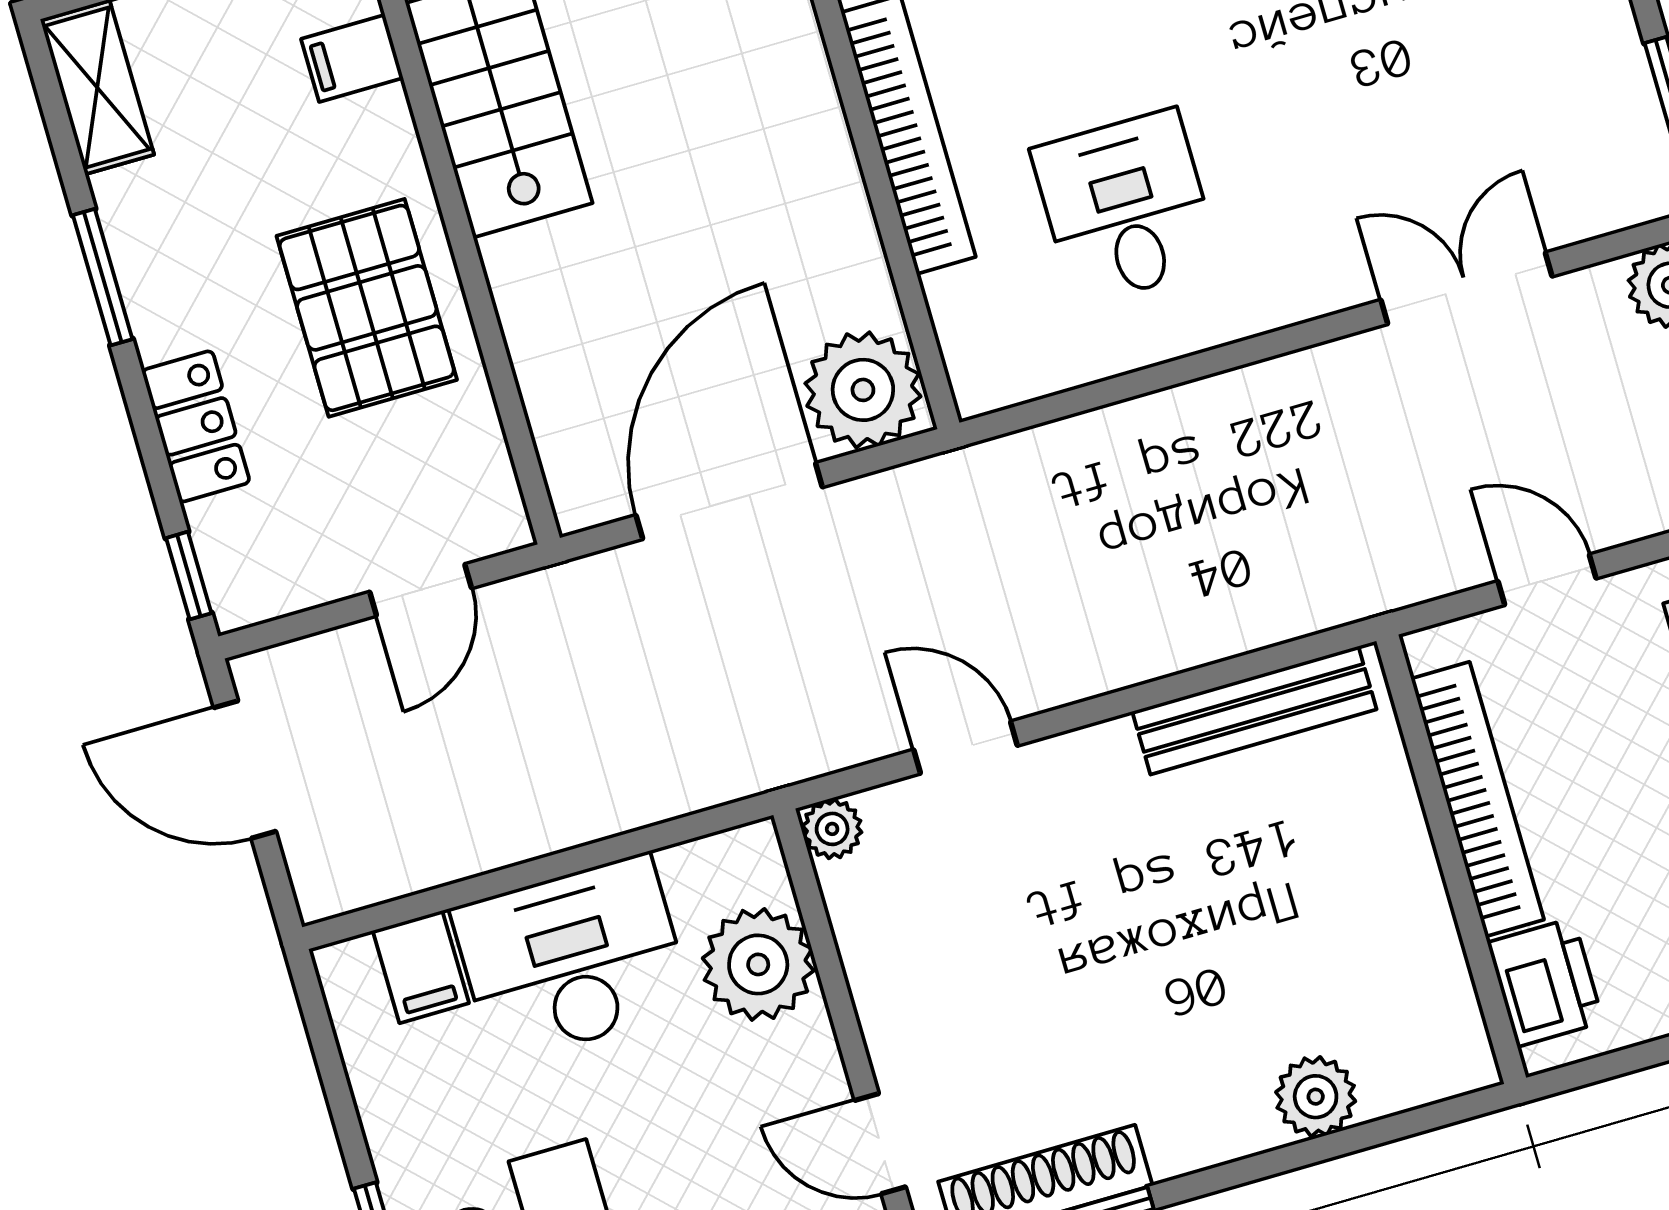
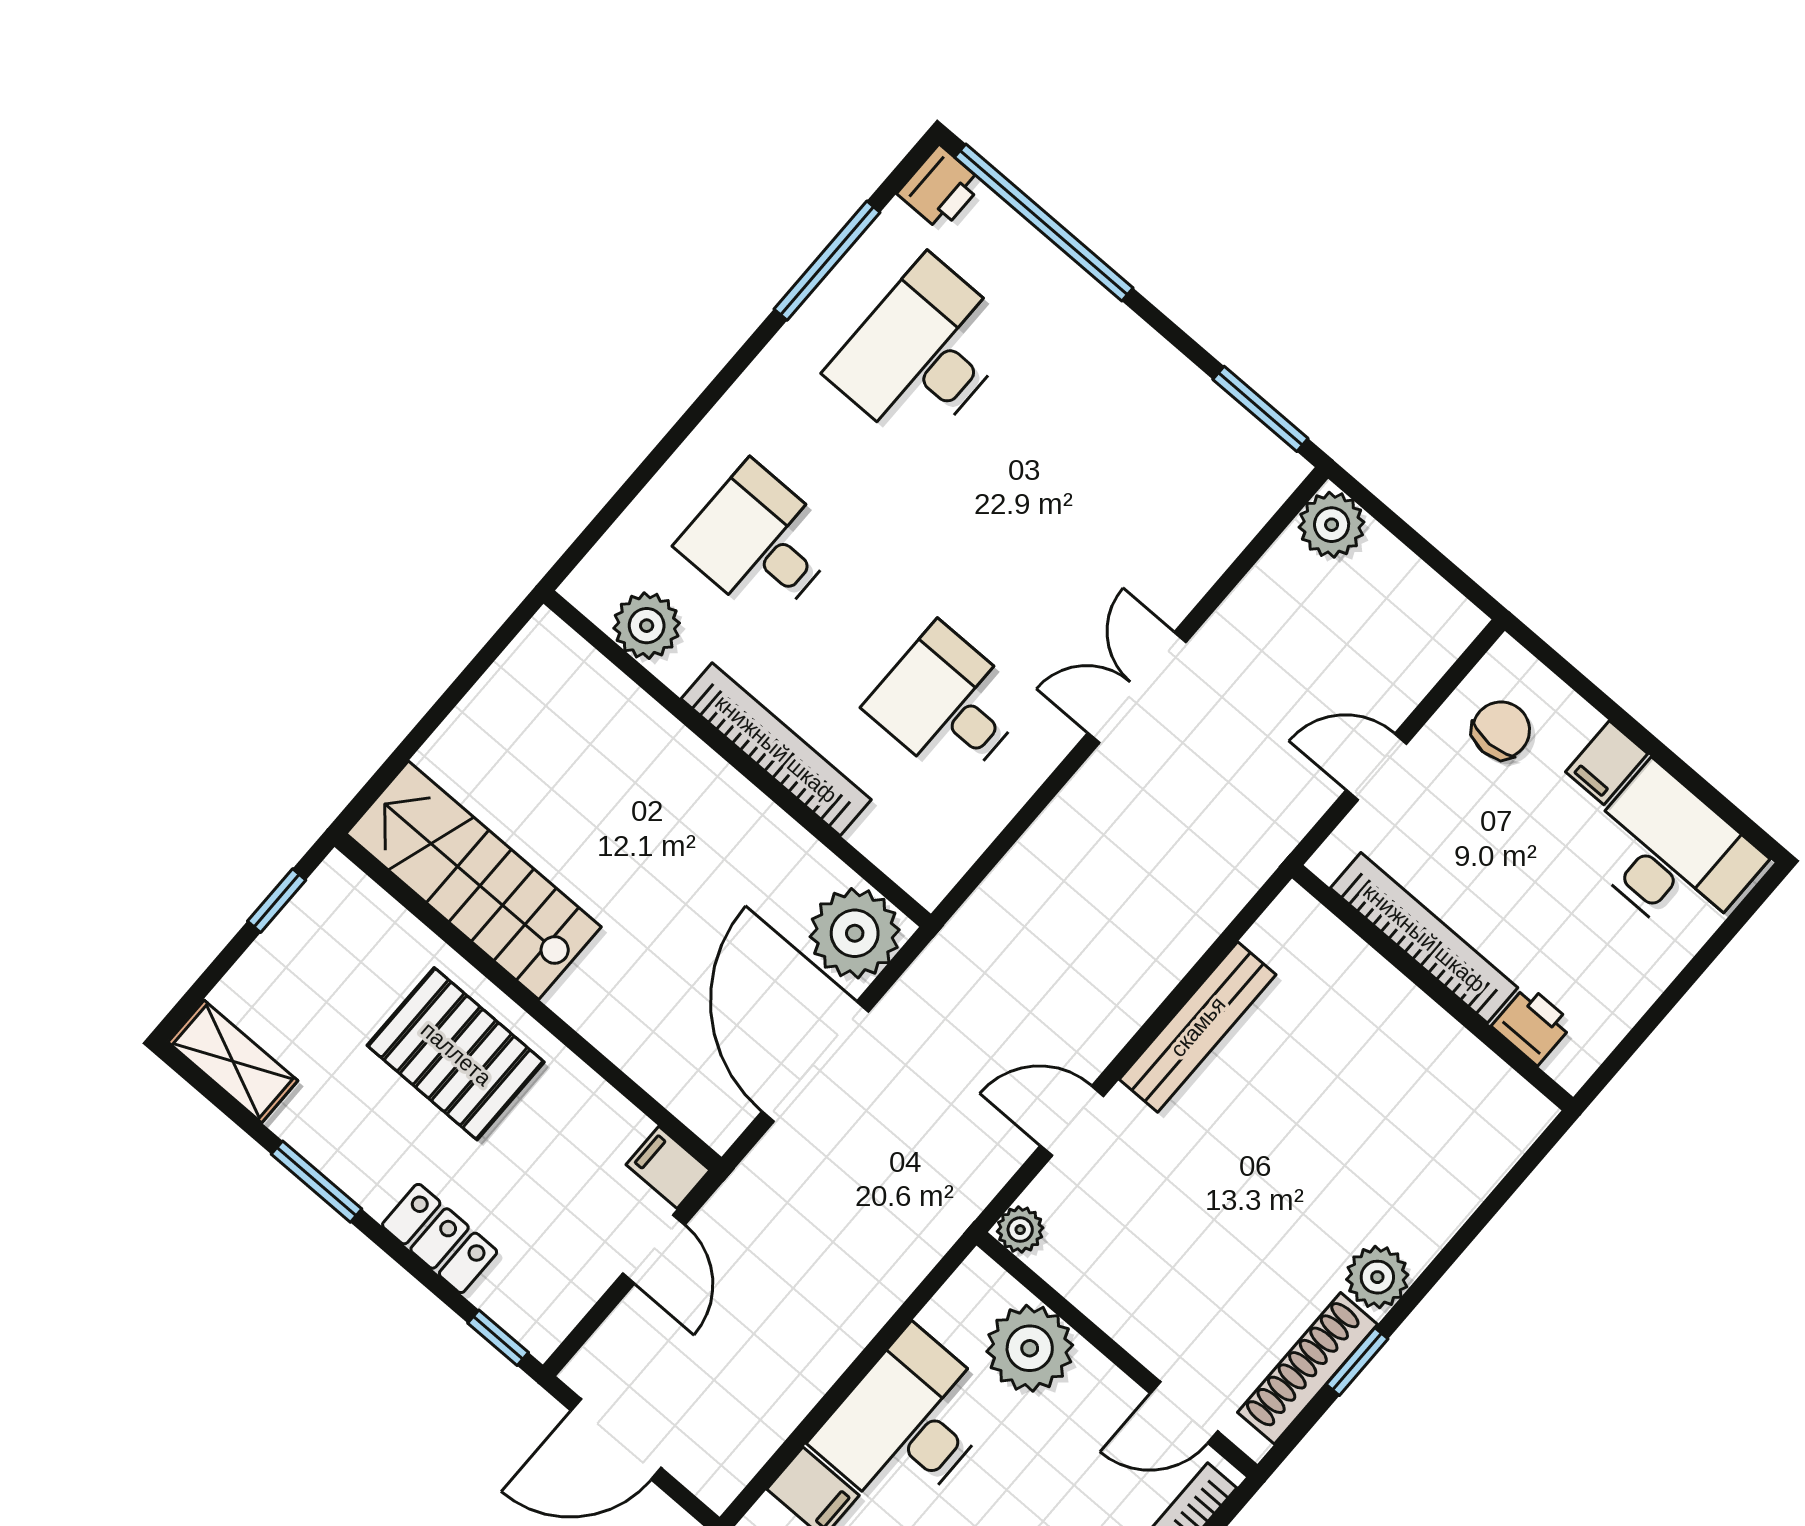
filing cabinet: (352, 58) -> (668, 1167), moved, turned 90
double door: (1467, 288) -> (1137, 687), moved
pallet: (367, 308) -> (456, 1054), moved
bench: (1254, 710) -> (1198, 1027), moved
printer: (1545, 982) -> (1532, 1025), width x0.73, depth x0.81
plant: (1316, 1097) -> (1377, 1277), moved

